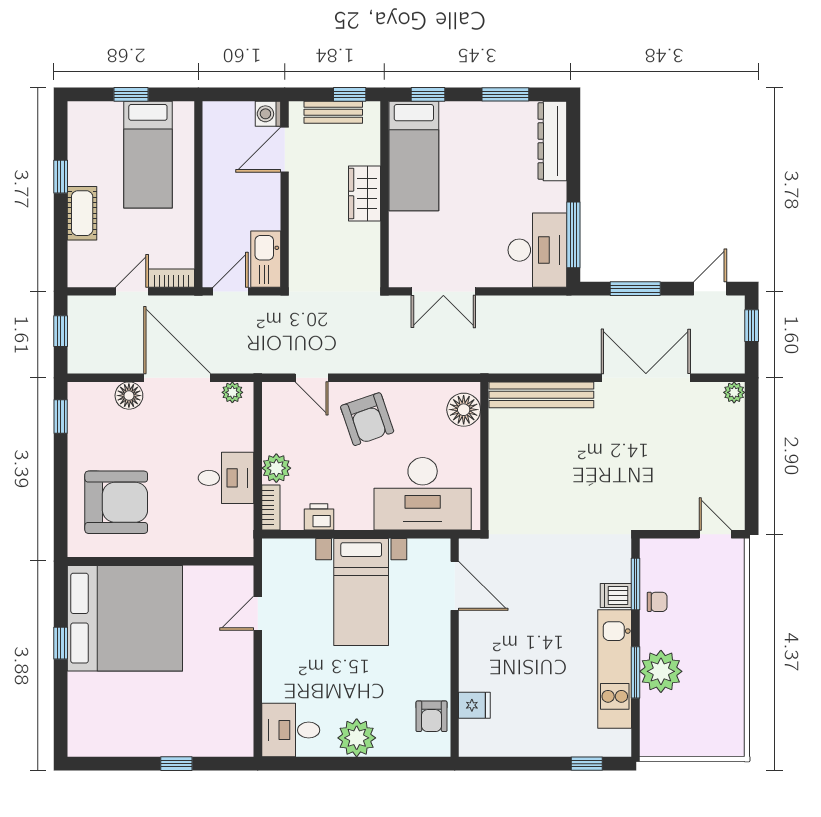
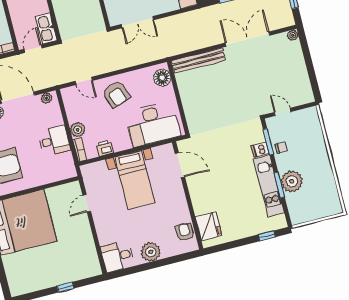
door: (715, 534) -> (283, 112), moved
fridge: (474, 705) -> (209, 226), width x1.88, depth x1.34
armchair: (431, 716) -> (185, 232), turned 180

